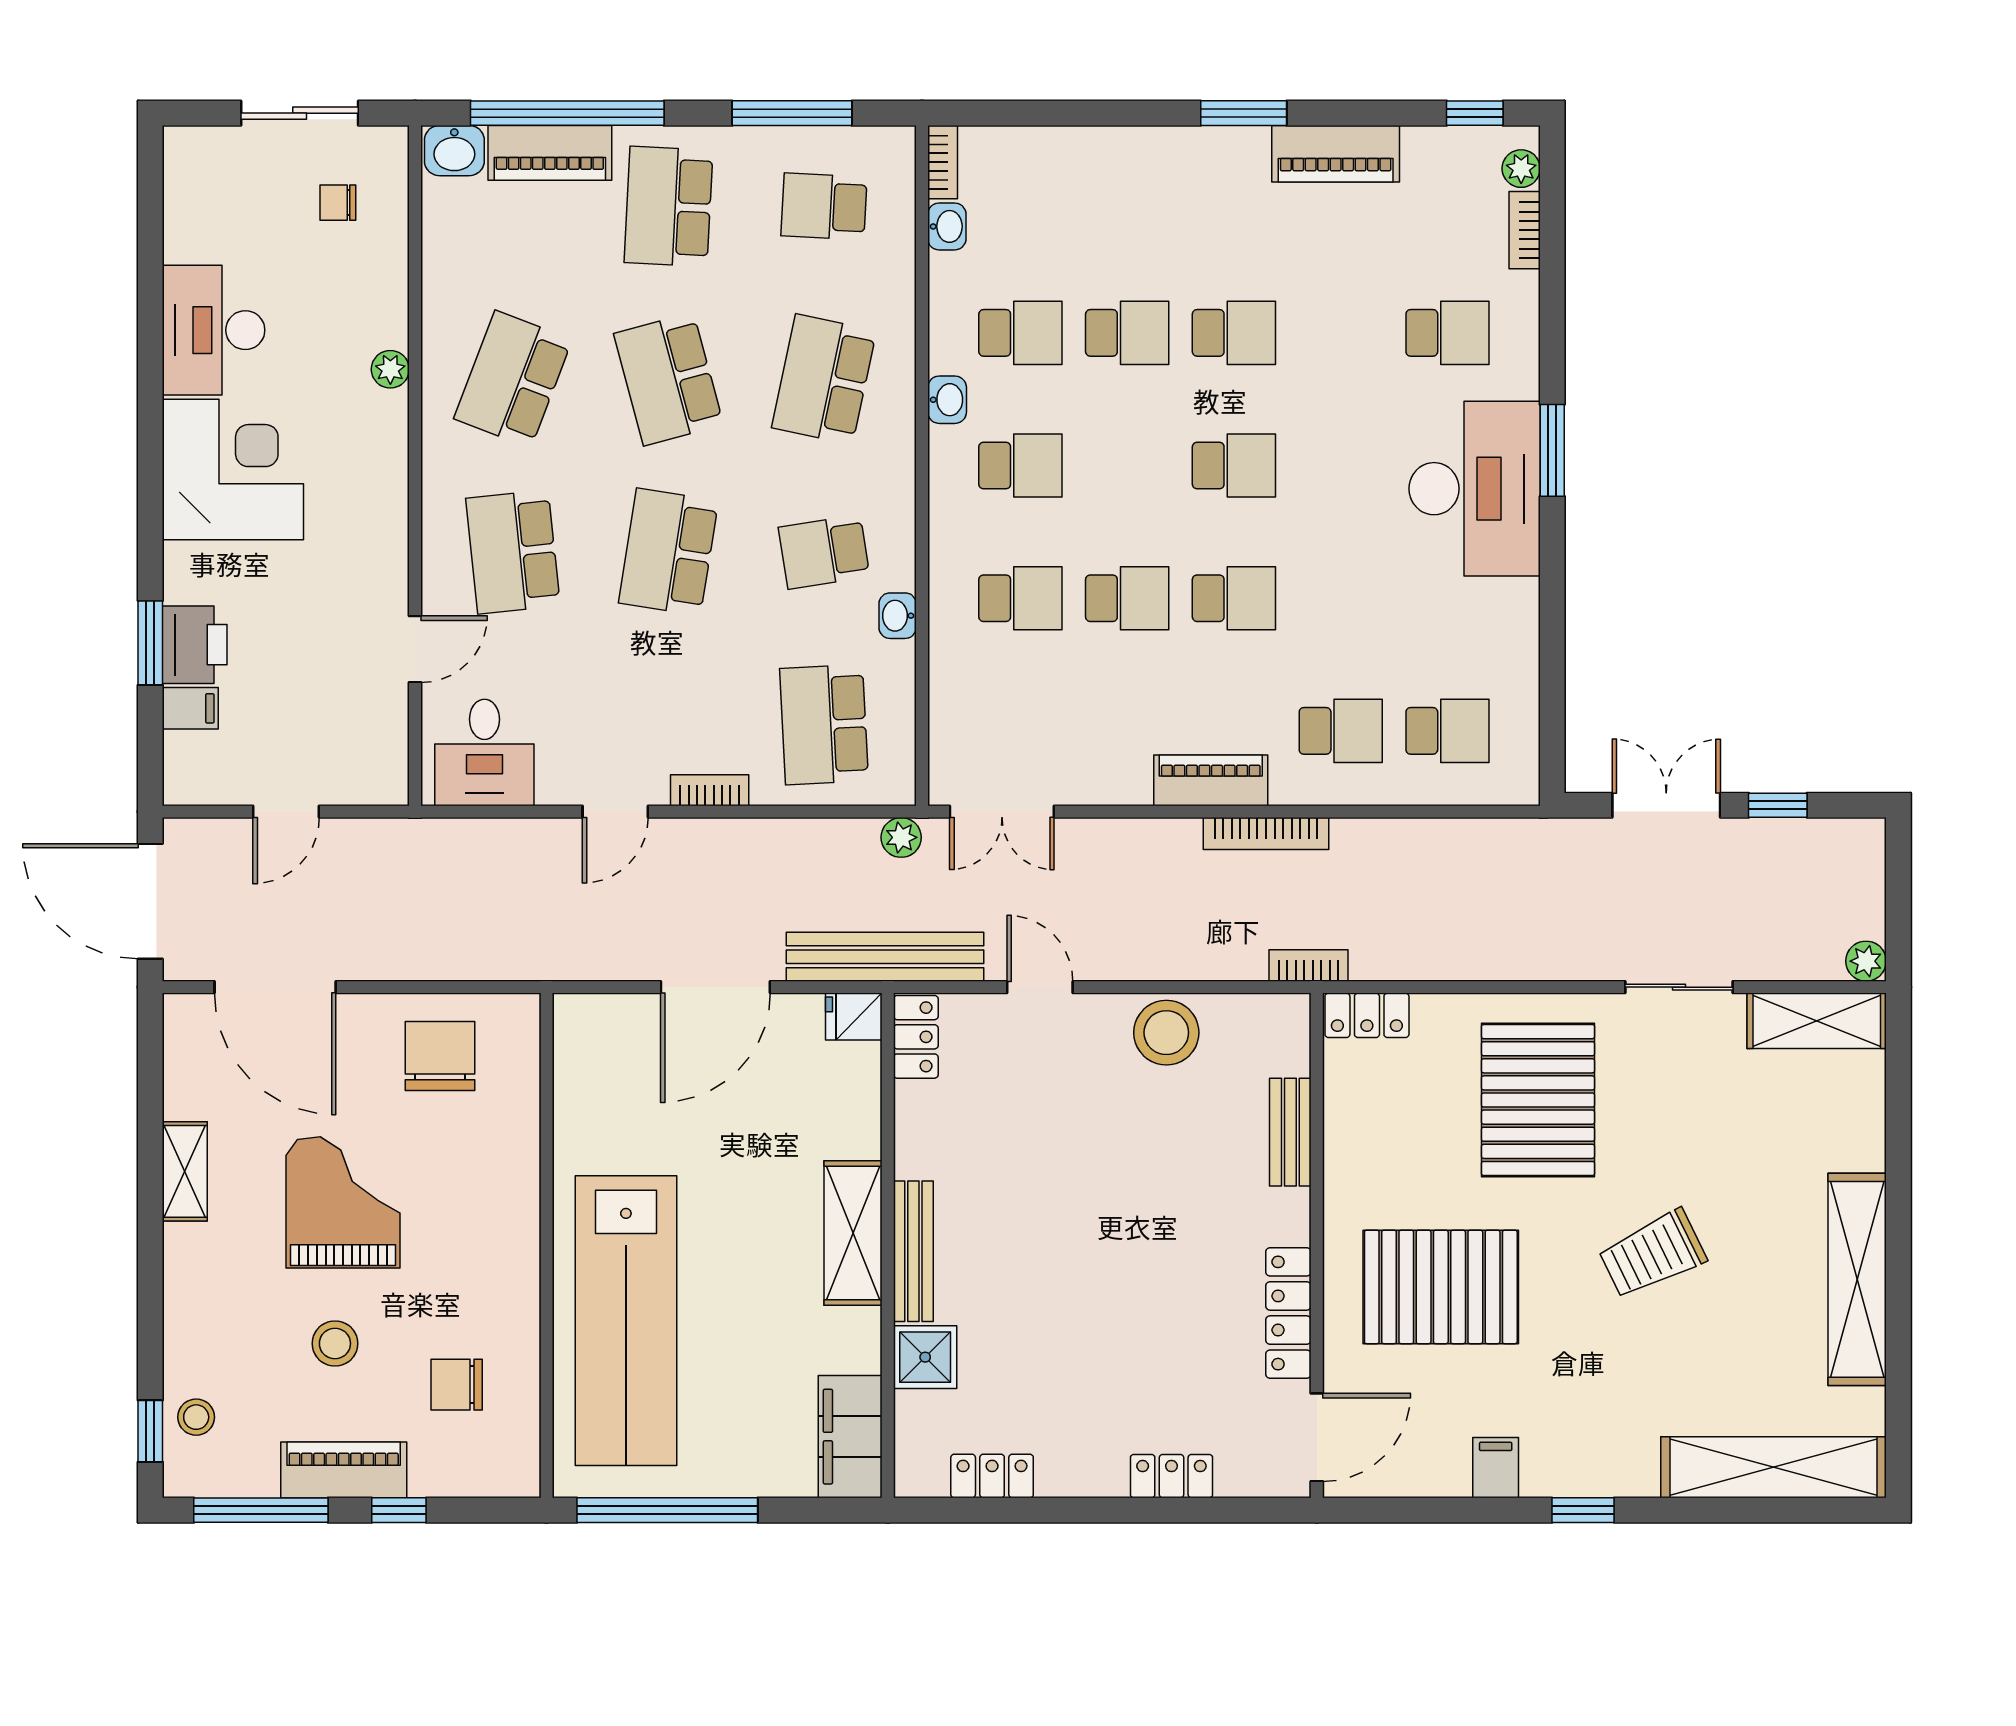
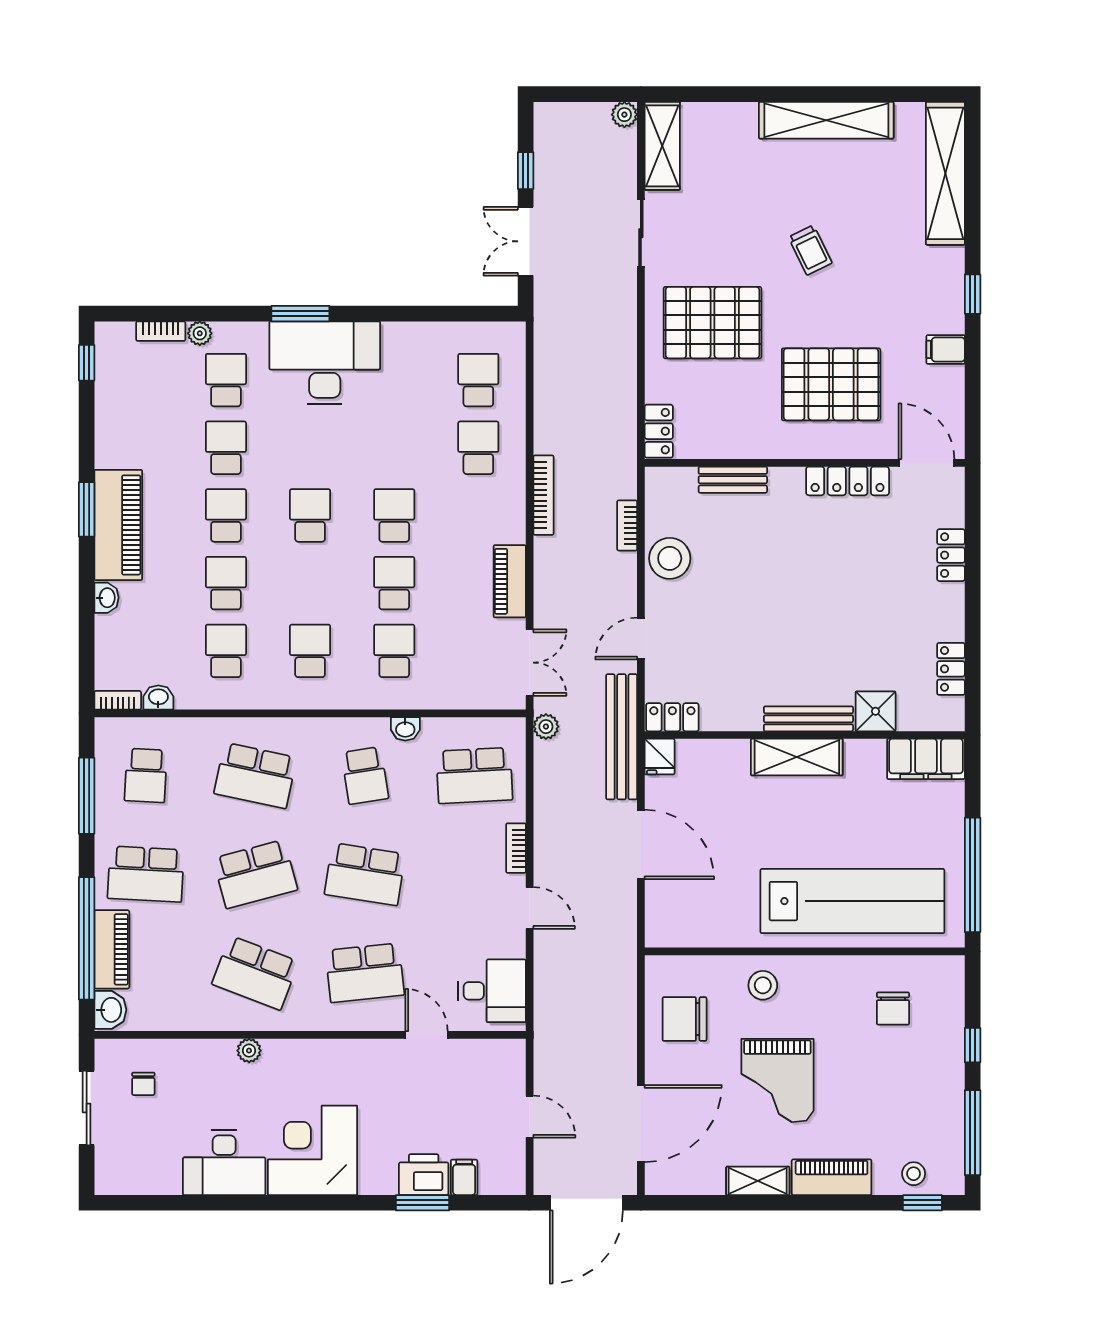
piano: (1336, 154) -> (118, 525), moved, width x1.37, depth x1.33
plant: (1521, 169) -> (200, 333), moved
school desk: (1341, 333) -> (226, 448), added
washbasin: (947, 400) -> (106, 598), moved, turned 90
piano: (1211, 780) -> (510, 581), moved
bookcase: (1308, 965) -> (627, 525), moved
grand piano: (343, 1202) -> (777, 1081), turned -90
trolley: (1652, 1254) -> (810, 250), width x0.73, depth x0.72
pallet: (1441, 1287) -> (831, 384), turned 90
stool: (335, 1343) -> (763, 985), moved
piano: (344, 1470) -> (832, 1177), moved, turned 90

